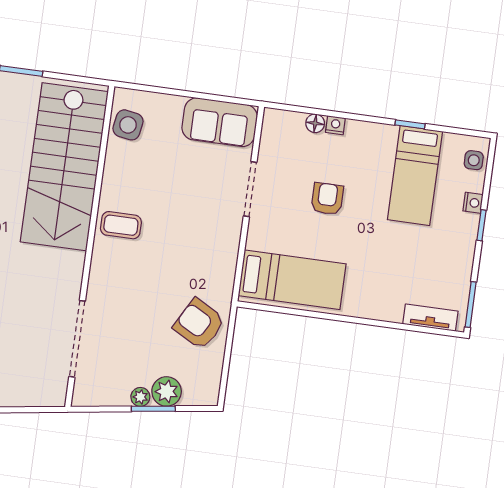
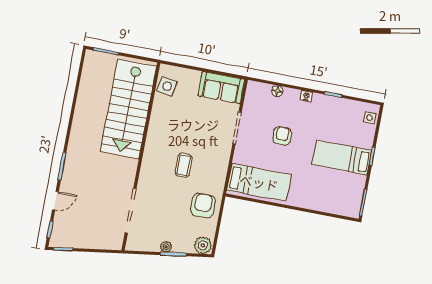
nightstand: (335, 125) -> (306, 96), moved
bed: (415, 176) -> (342, 157), moved, turned 90
nightstand: (473, 203) -> (368, 143), removed
coffee table: (121, 225) -> (184, 165), moved, turned 90
tv unit: (430, 318) -> (339, 209), removed
armchair: (199, 324) -> (203, 206), turned 61
plant: (167, 391) -> (203, 245), moved

